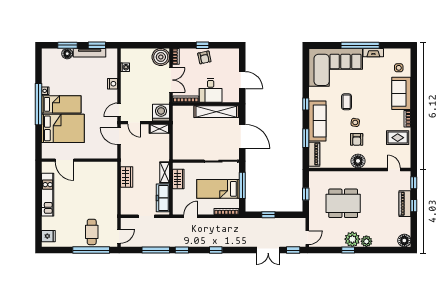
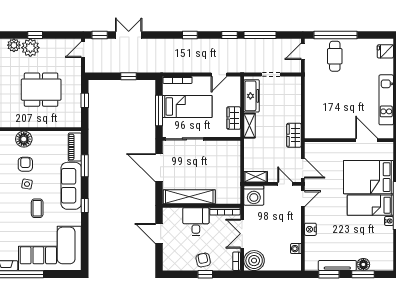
wardrobe: (127, 177) -> (294, 135), moved

